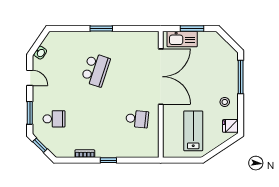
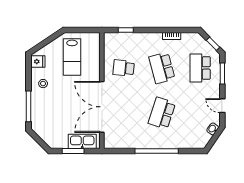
window: (101, 29) -> (157, 151), width x2.11
school desk: (54, 119) -> (200, 68), width x1.85
school desk: (96, 119) -> (162, 68), added
window: (108, 160) -> (126, 30), moved

